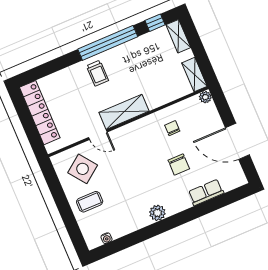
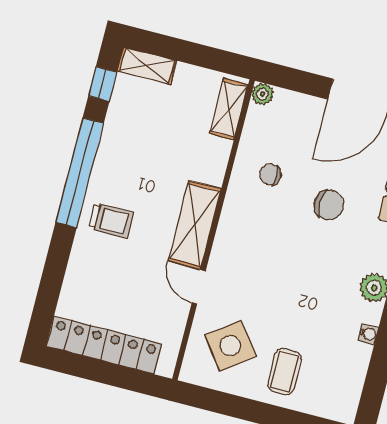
shelving: (195, 75) -> (229, 109), moved, turned 90
door: (98, 135) -> (199, 287), swing flipped
water cooler: (106, 238) -> (368, 334), moved

